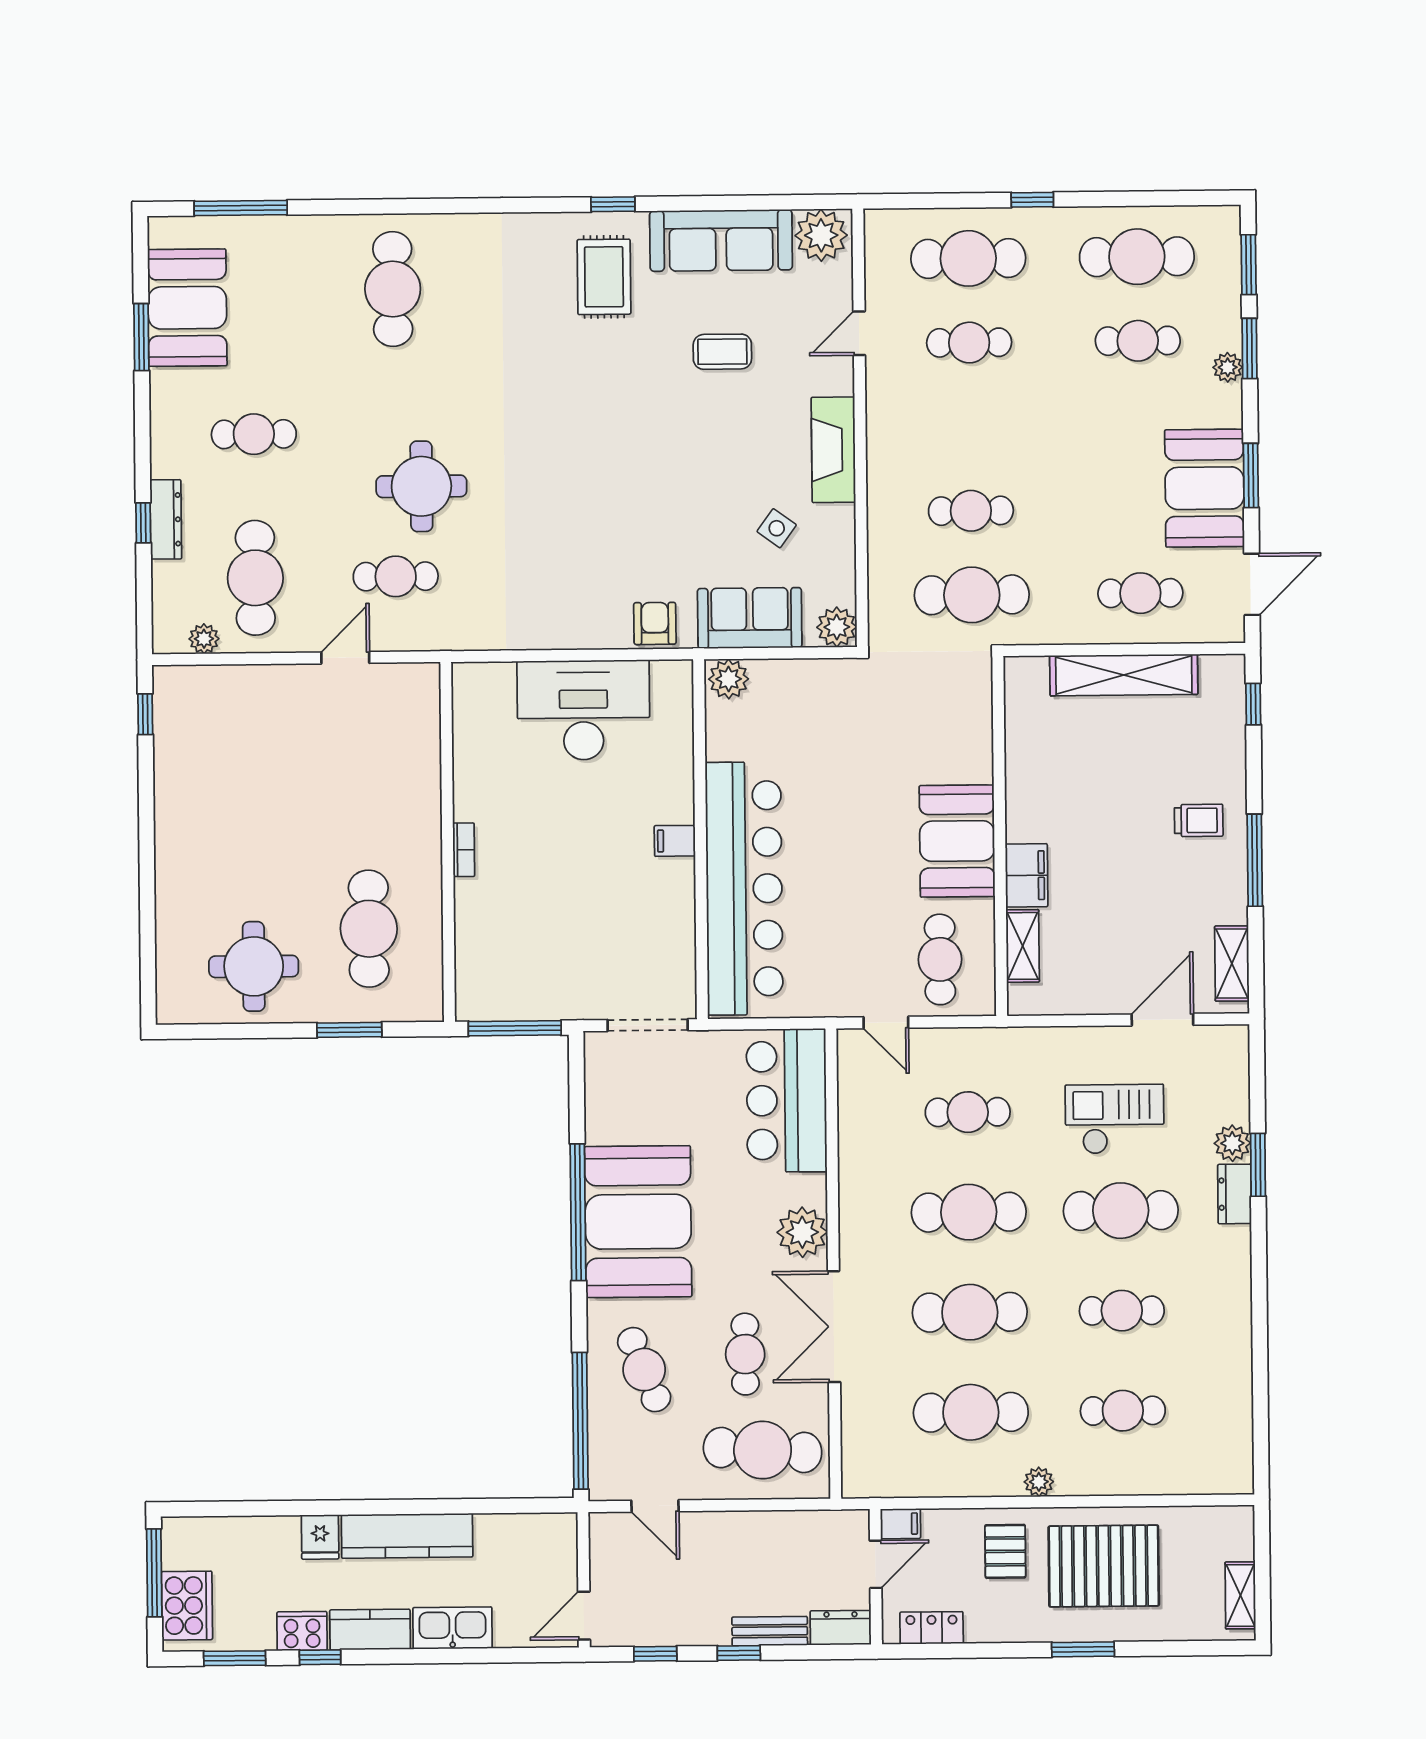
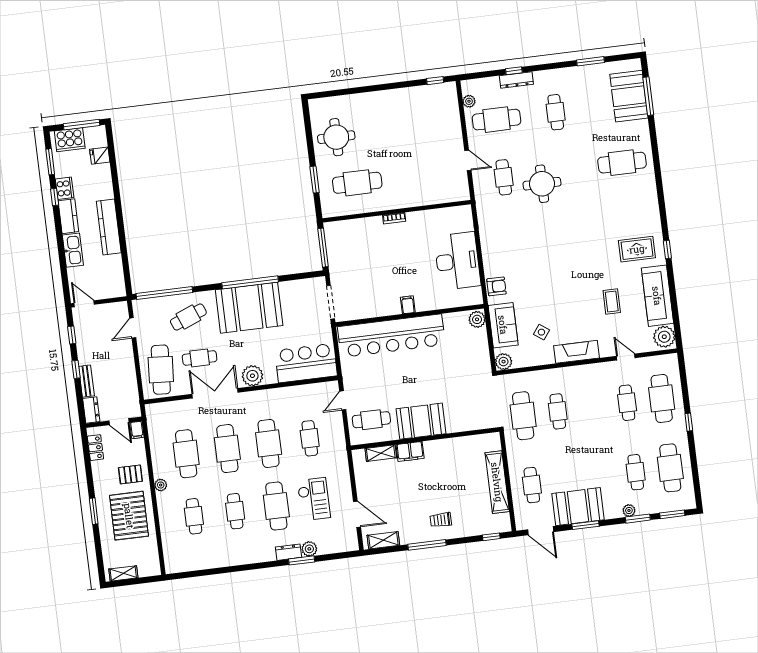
booth: (187, 308) -> (629, 96), moved, turned 90
trolley: (1199, 820) -> (441, 520), turned 90
fridge: (320, 1537) -> (100, 156), moved

